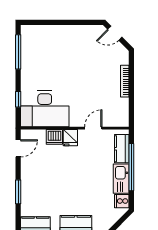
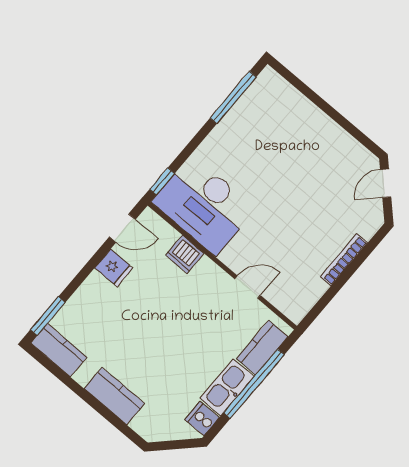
door: (115, 33) -> (386, 183), hinge flipped
window: (18, 99) -> (162, 181), moved
fridge: (70, 138) -> (114, 268), moved, turned -90
window: (18, 192) -> (48, 316), moved

